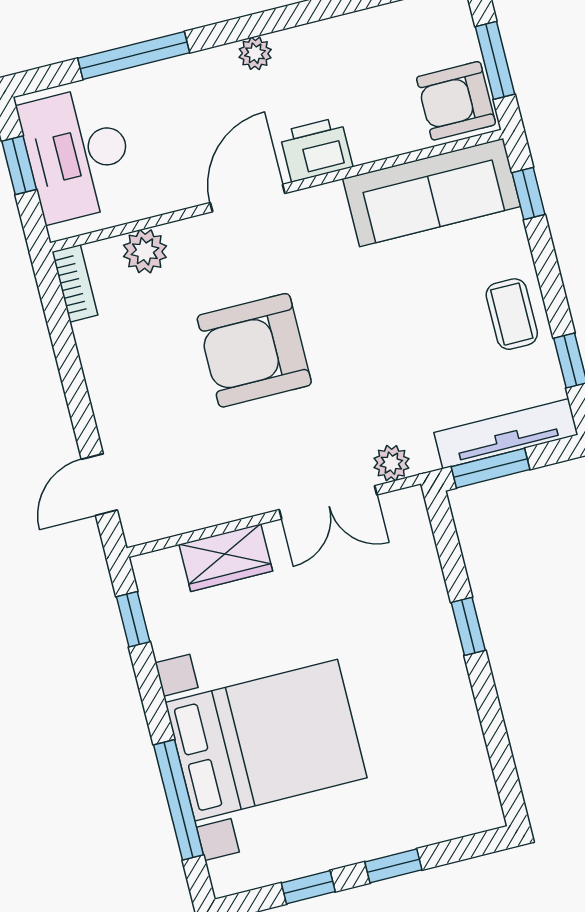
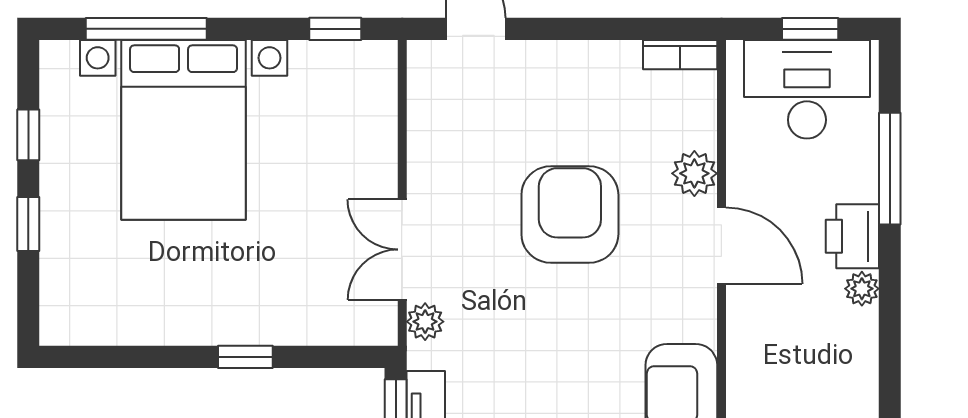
printer: (316, 149) -> (852, 236), moved, turned 180
plant: (145, 251) -> (694, 173), moved
wardrobe: (226, 558) -> (373, 135), removed

